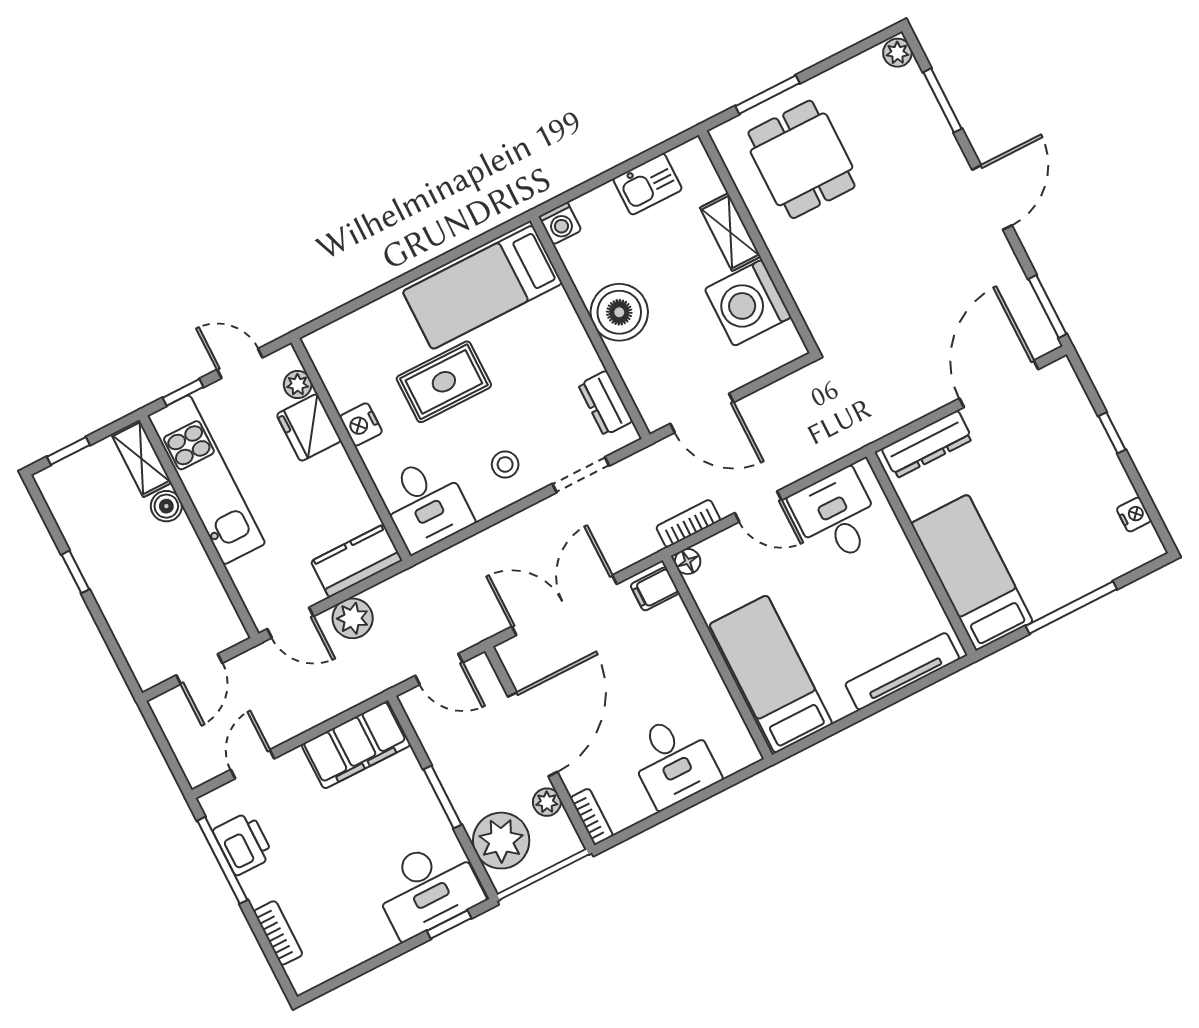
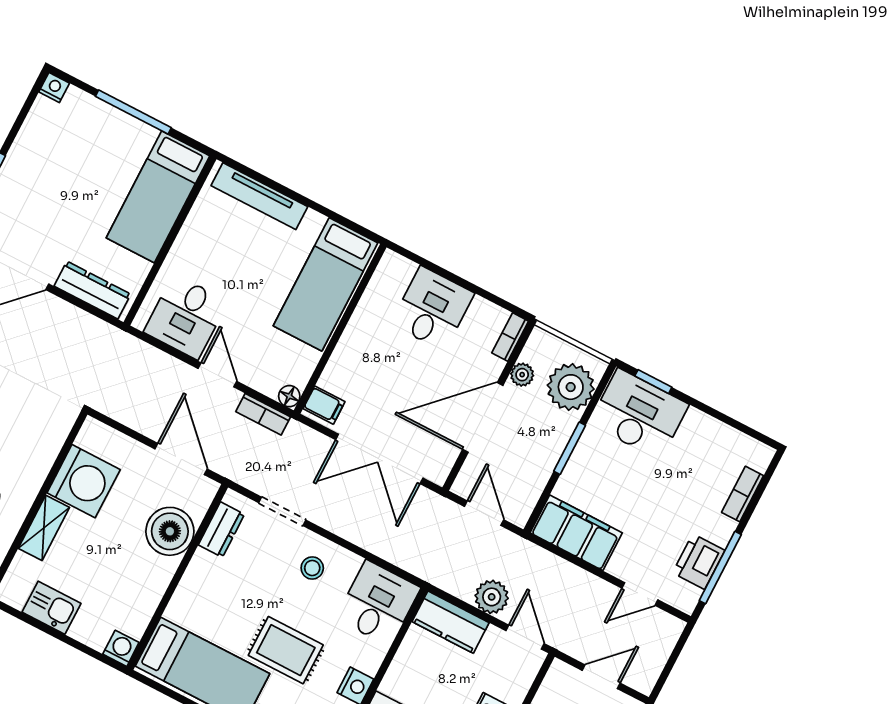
boiler: (619, 312) -> (170, 531), moved
nightstand: (1134, 515) -> (54, 87), moved, turned 90

